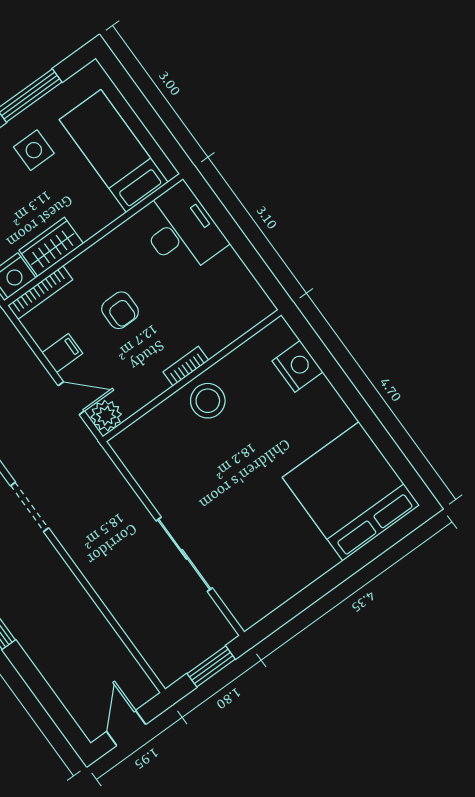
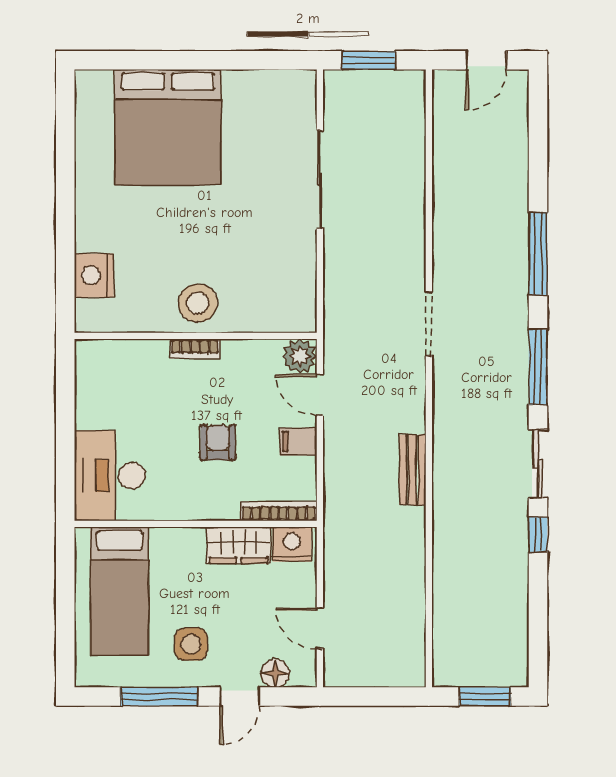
bed: (351, 491) -> (168, 127), moved

